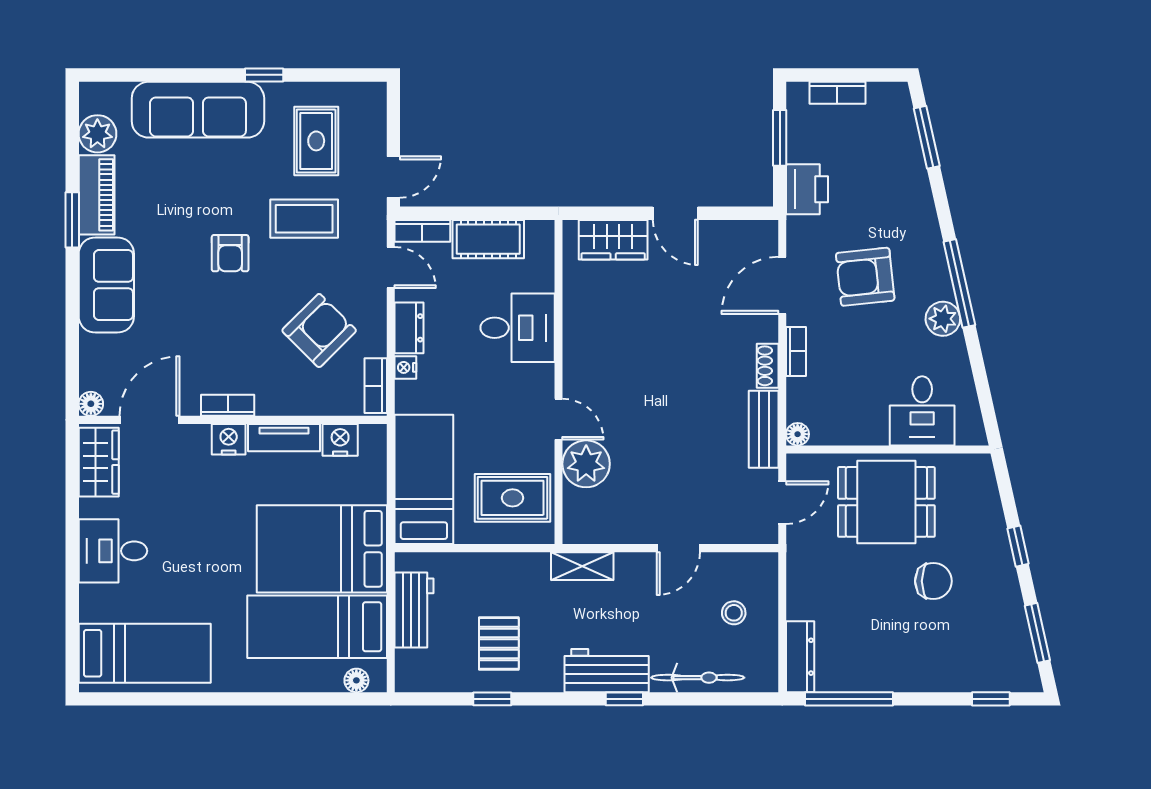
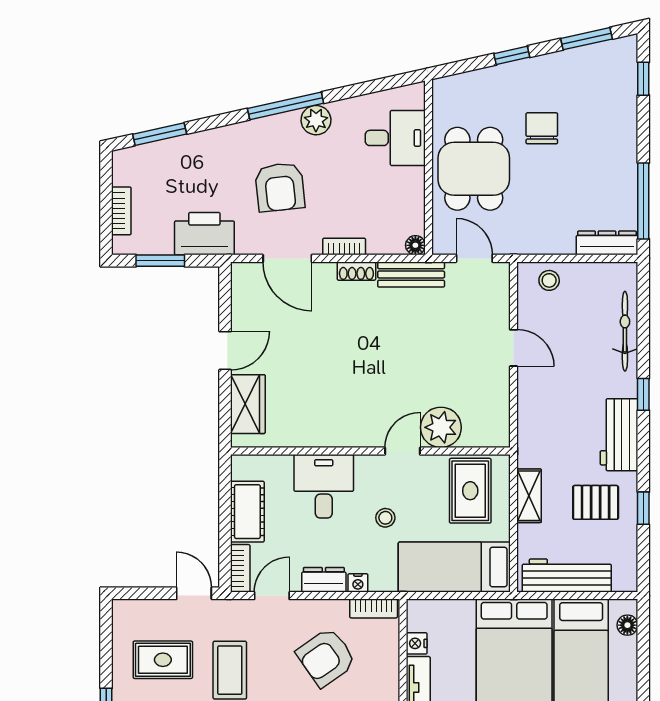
printer: (807, 189) -> (204, 234), width x1.37, depth x1.19
armchair: (319, 331) -> (326, 657), turned -80
stool: (481, 399) -> (385, 518), added
nightstand: (340, 440) -> (417, 643), width x0.72, depth x0.74
shelving: (582, 566) -> (529, 496), moved
workbench: (414, 610) -> (567, 575), width x1.38
stool: (734, 613) -> (549, 280), moved
workbench: (607, 671) -> (619, 435), moved

